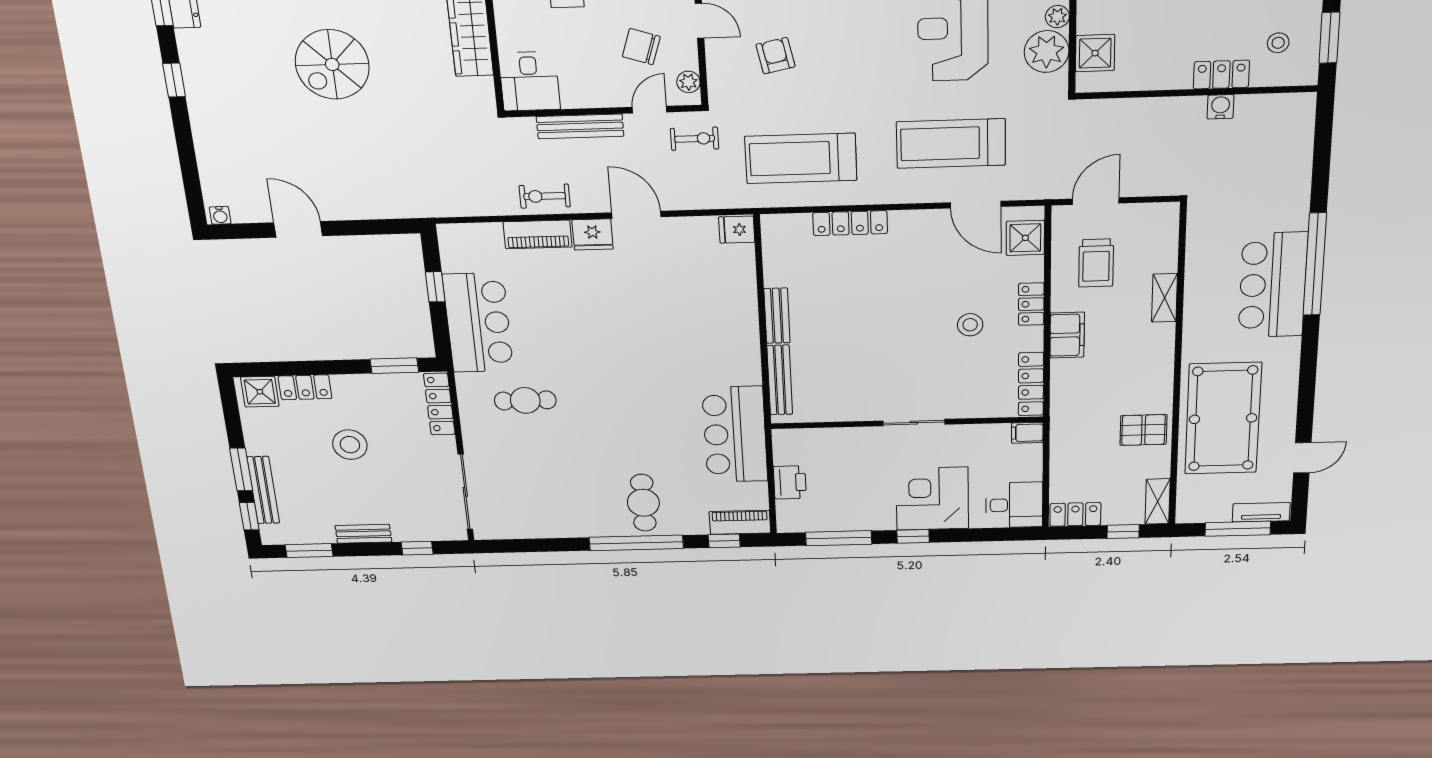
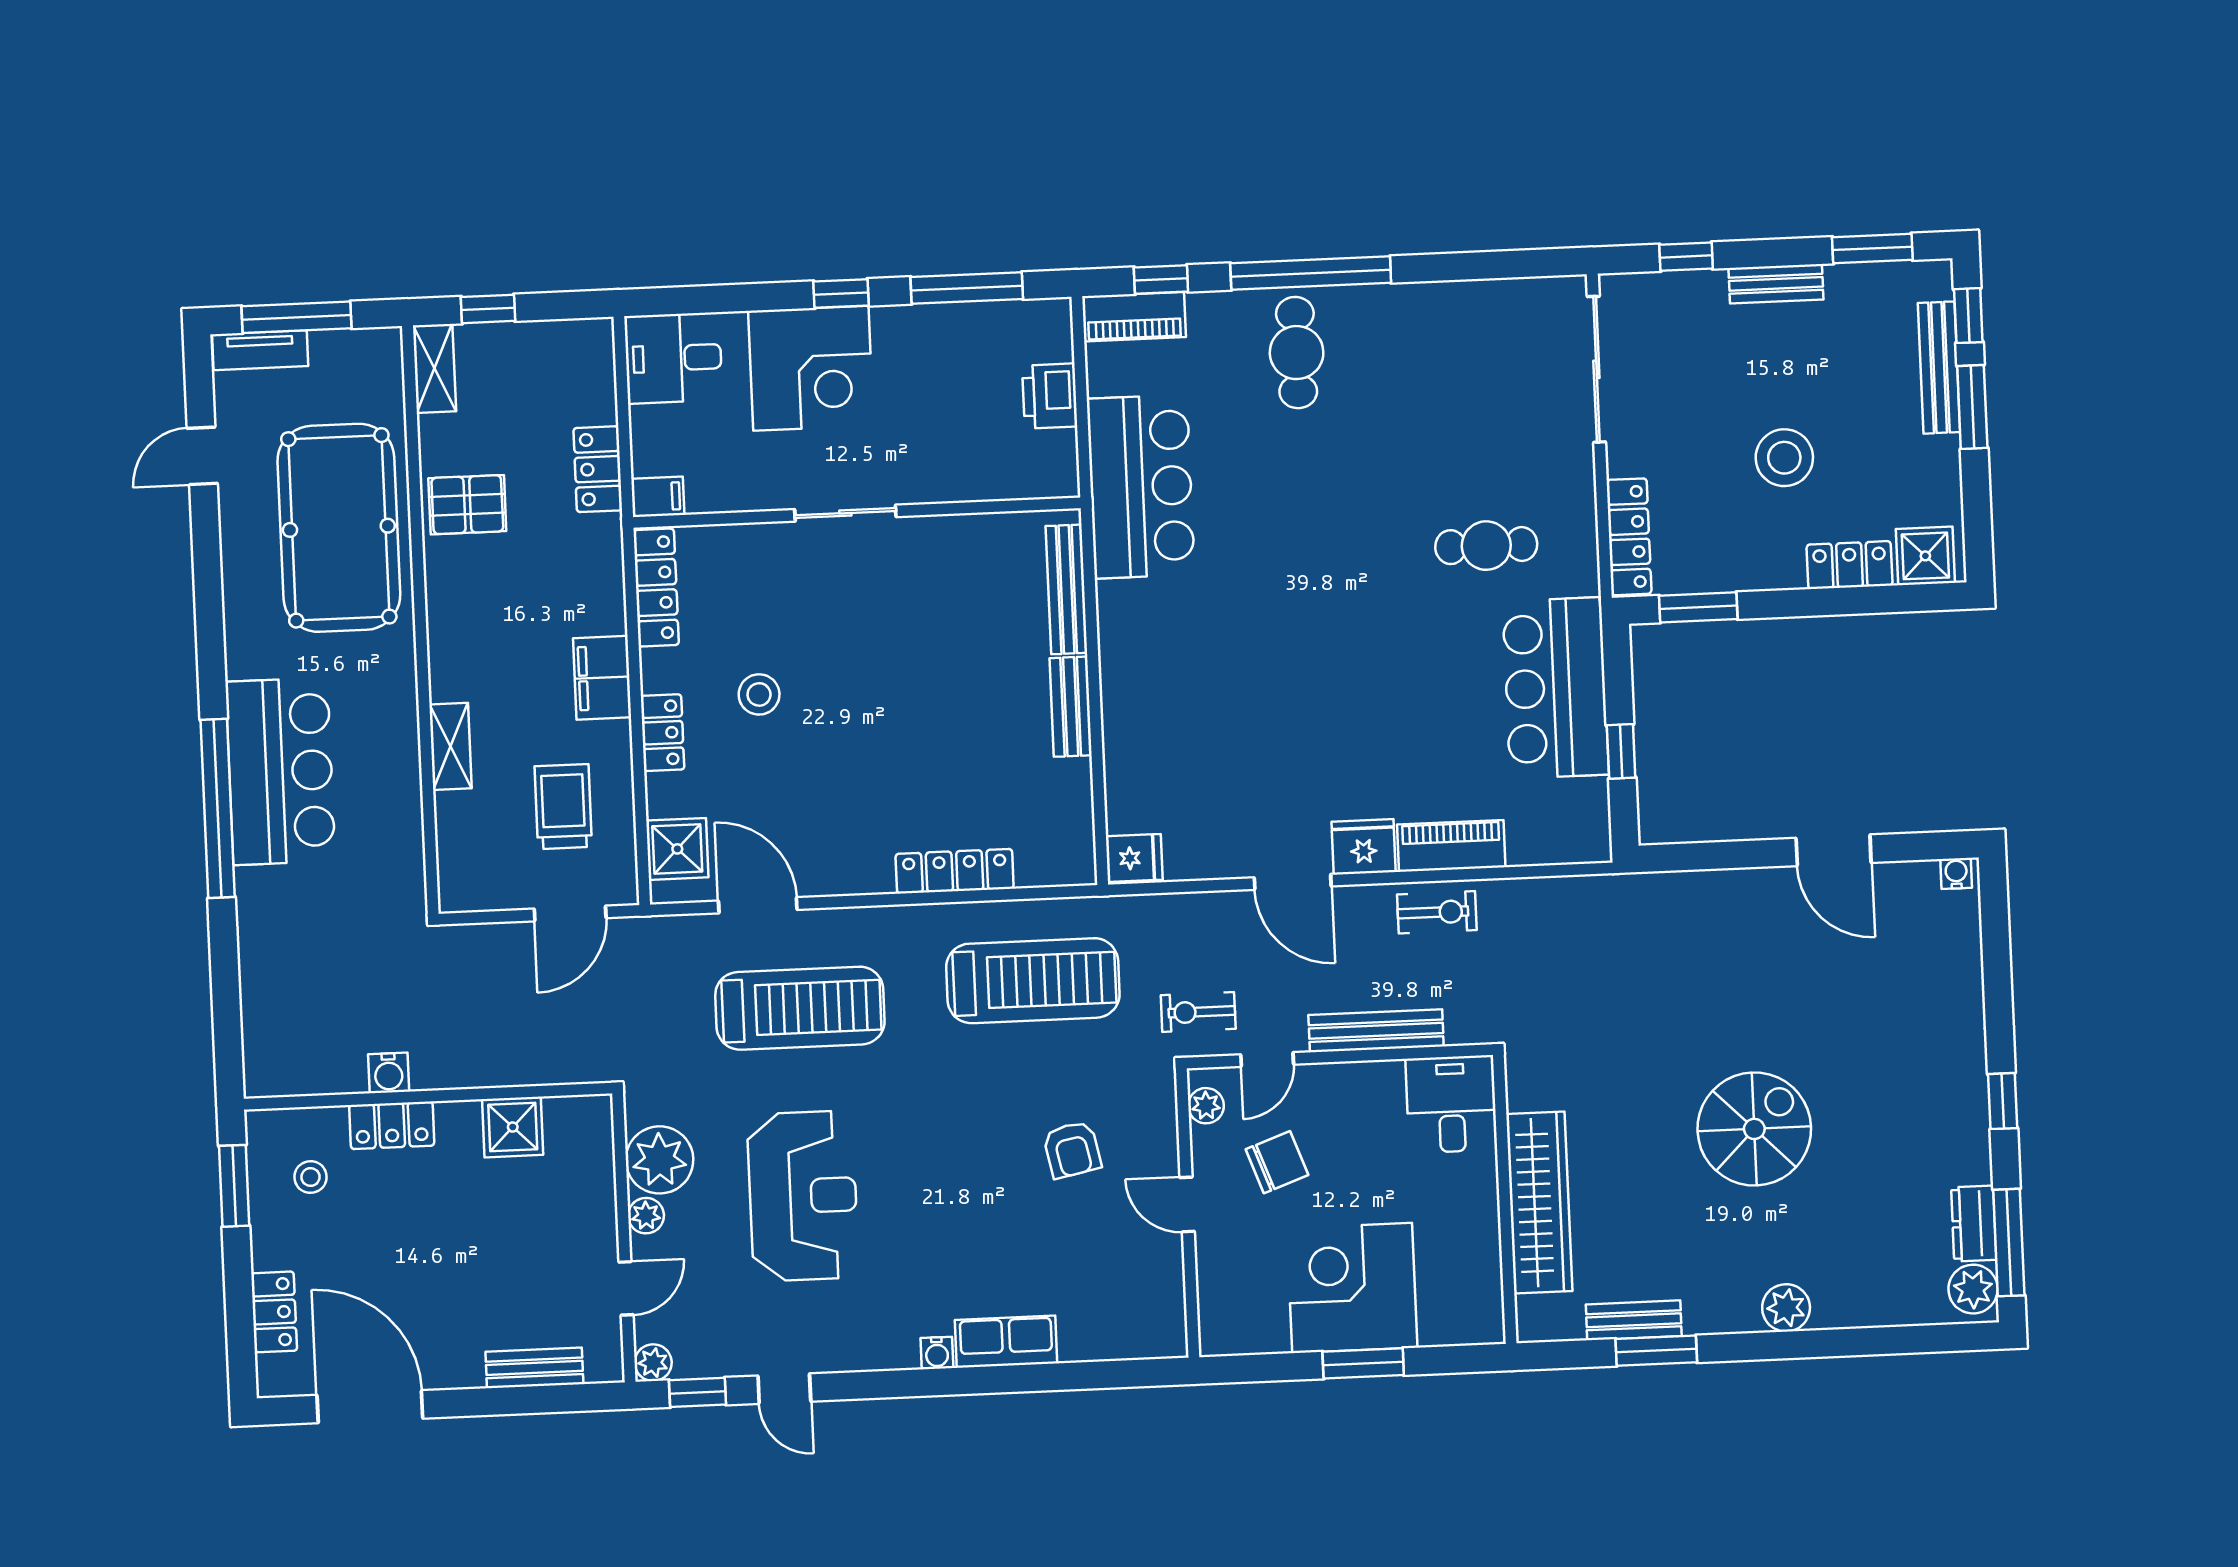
chair: (641, 47) -> (1277, 1162), turned -38
shower: (1095, 53) -> (513, 1127), moved
locker: (1075, 514) -> (598, 469), moved, turned 90

